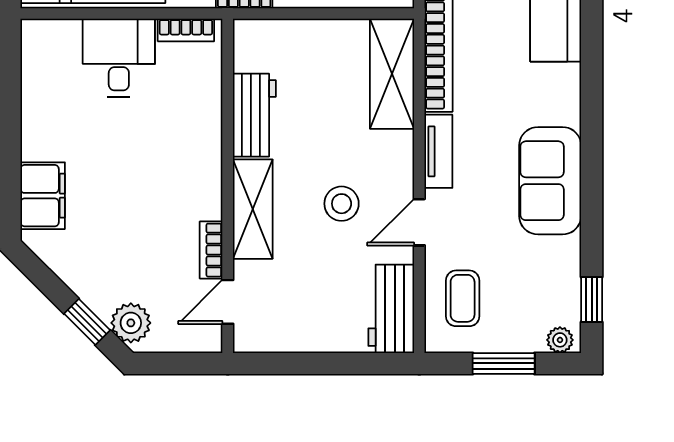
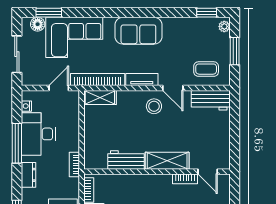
shelving: (392, 74) -> (100, 97), width x0.67, depth x0.75
sofa: (550, 181) -> (138, 31), moved
stool: (342, 204) -> (154, 106), moved

